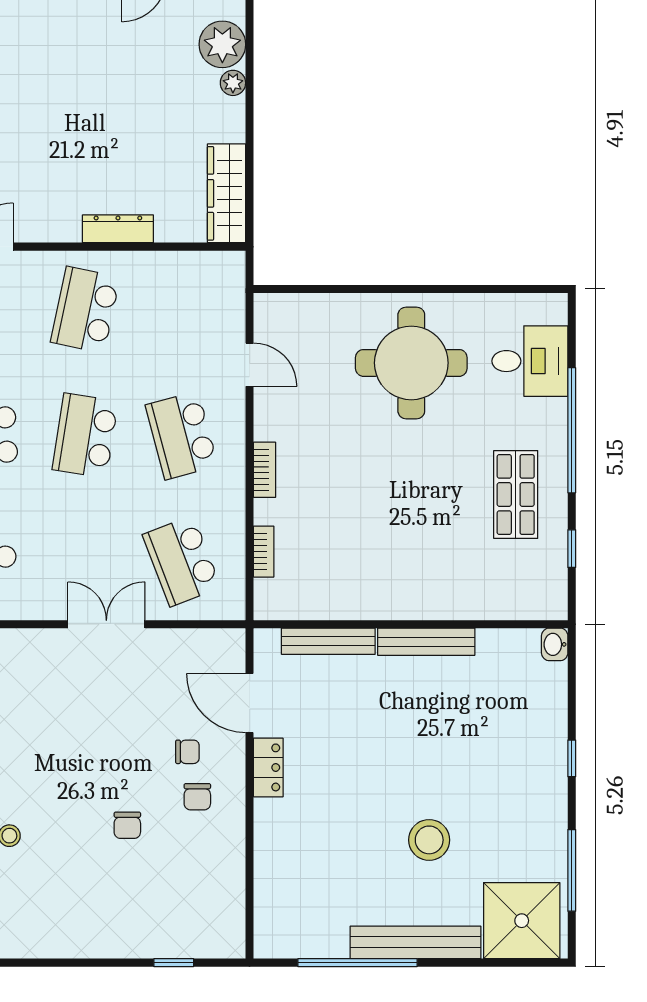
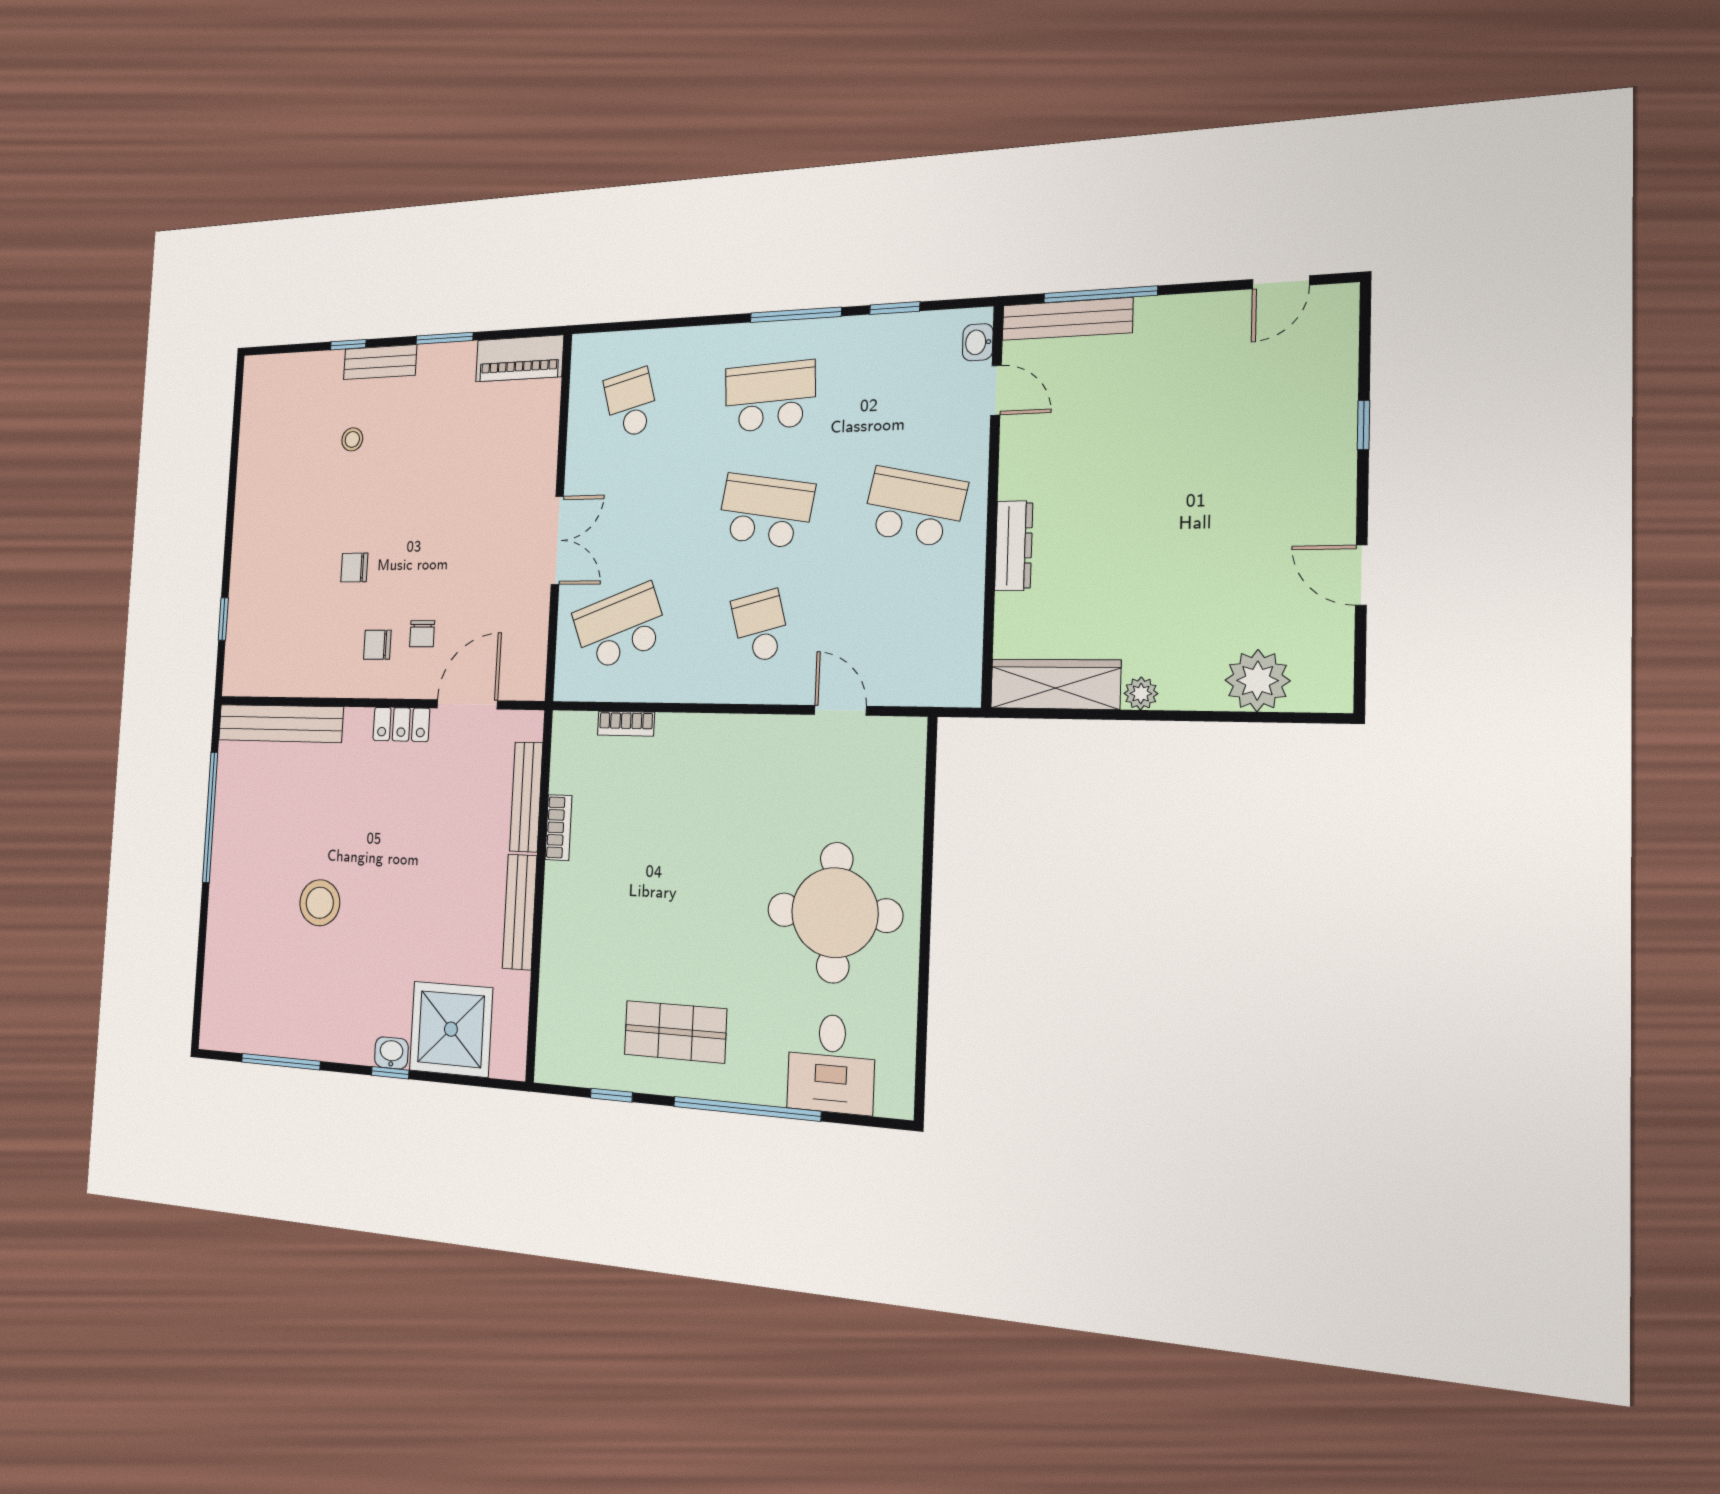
plant: (233, 83) -> (1141, 693), moved
door: (250, 365) -> (840, 710), swing flipped
school desk: (182, 435) -> (761, 627), width x0.54
bookcase: (265, 470) -> (559, 828), moved, turned -90
washbasin: (555, 644) -> (391, 1053), moved
shower: (522, 921) -> (451, 1029), moved
bench: (416, 942) -> (280, 723), moved, turned 90

